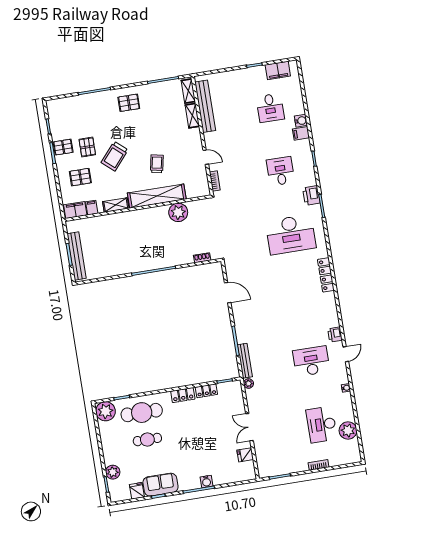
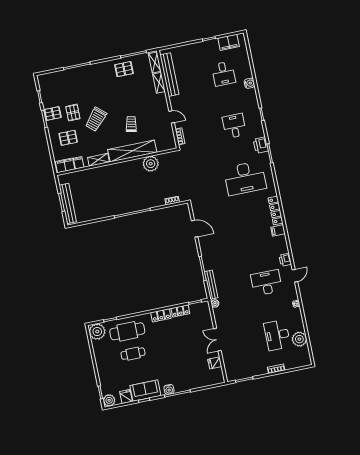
pallet: (129, 103) -> (124, 69), moved
filing cabinet: (301, 133) -> (278, 230), moved
plant: (113, 472) -> (109, 400), moved
water cooler: (206, 481) -> (169, 389), moved

